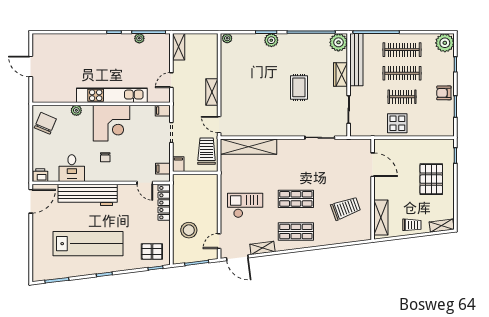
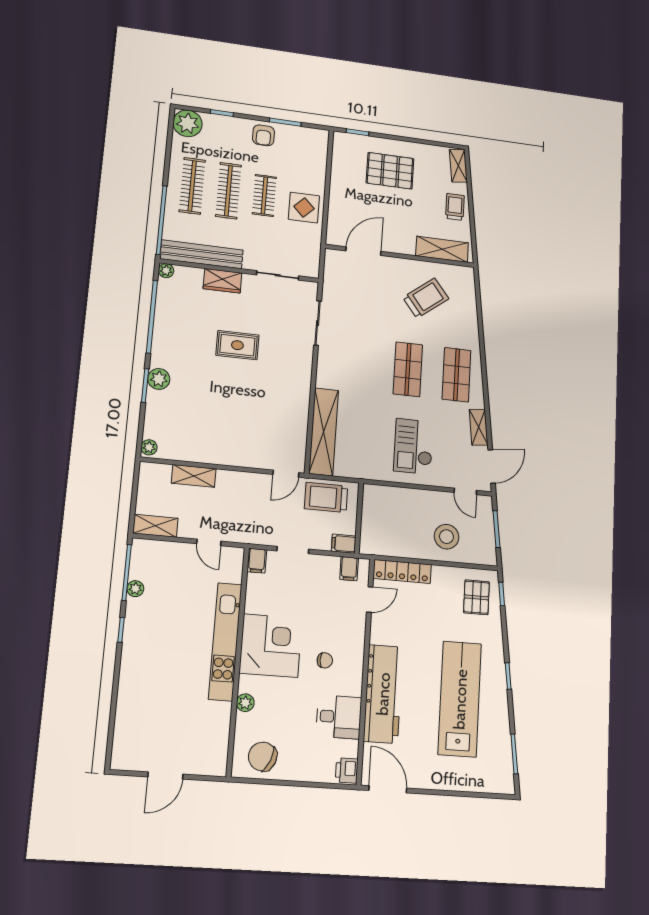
plant: (338, 42) -> (166, 271), width x0.53, depth x0.53
shelving: (212, 92) -> (194, 476), moved
trolley: (346, 208) -> (426, 298), turned 72

